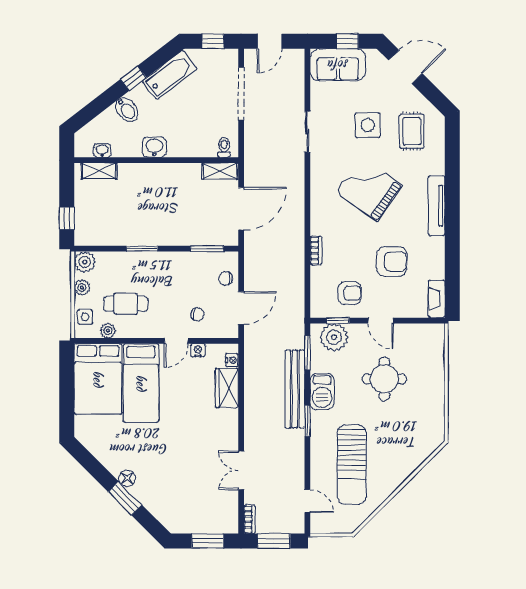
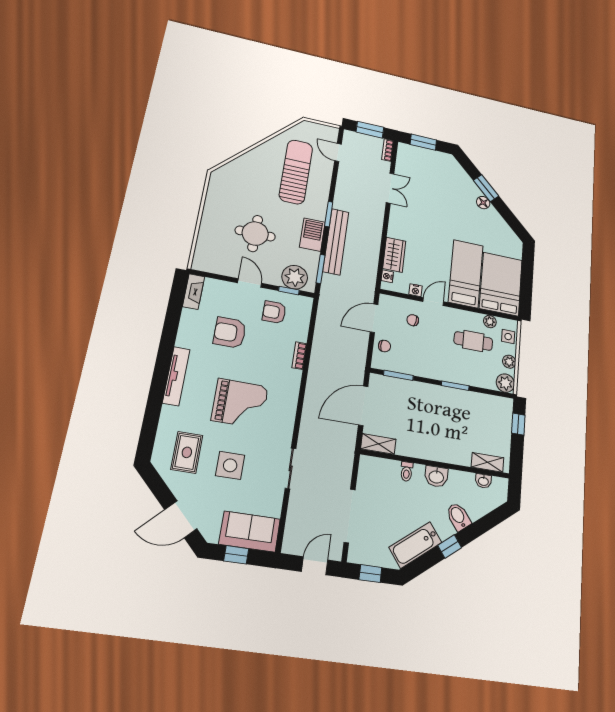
toilet: (224, 147) -> (407, 471), moved
grand piano: (369, 189) -> (240, 403), turned -35

